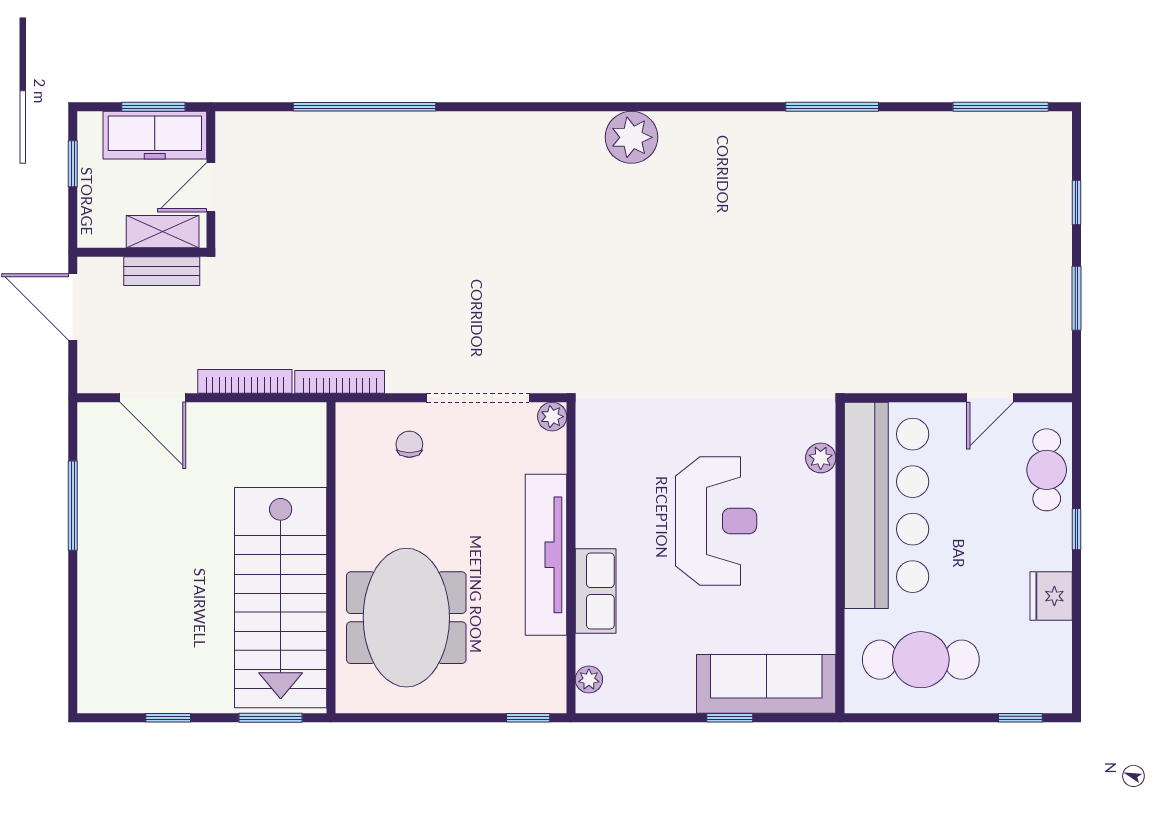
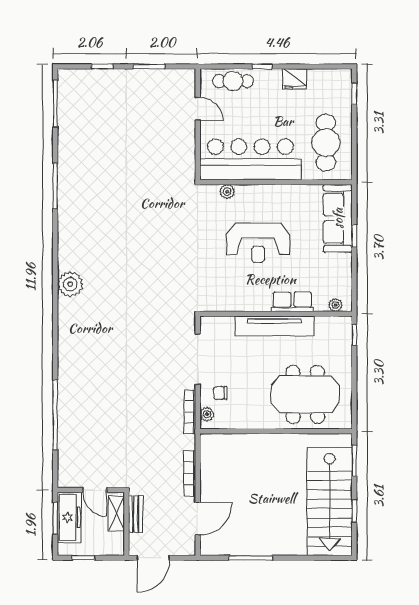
bookcase: (340, 382) -> (190, 412), moved
plant: (552, 417) -> (207, 414), moved
reception desk: (716, 521) -> (258, 243), turned 180
stairs: (281, 598) -> (330, 502), moved, turned 90

